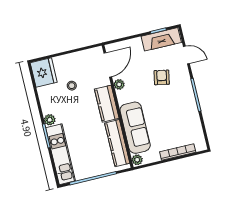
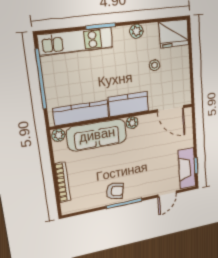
armchair: (162, 77) -> (115, 191), moved
plant: (119, 84) -> (132, 123), moved
plant: (50, 120) -> (136, 31), moved

